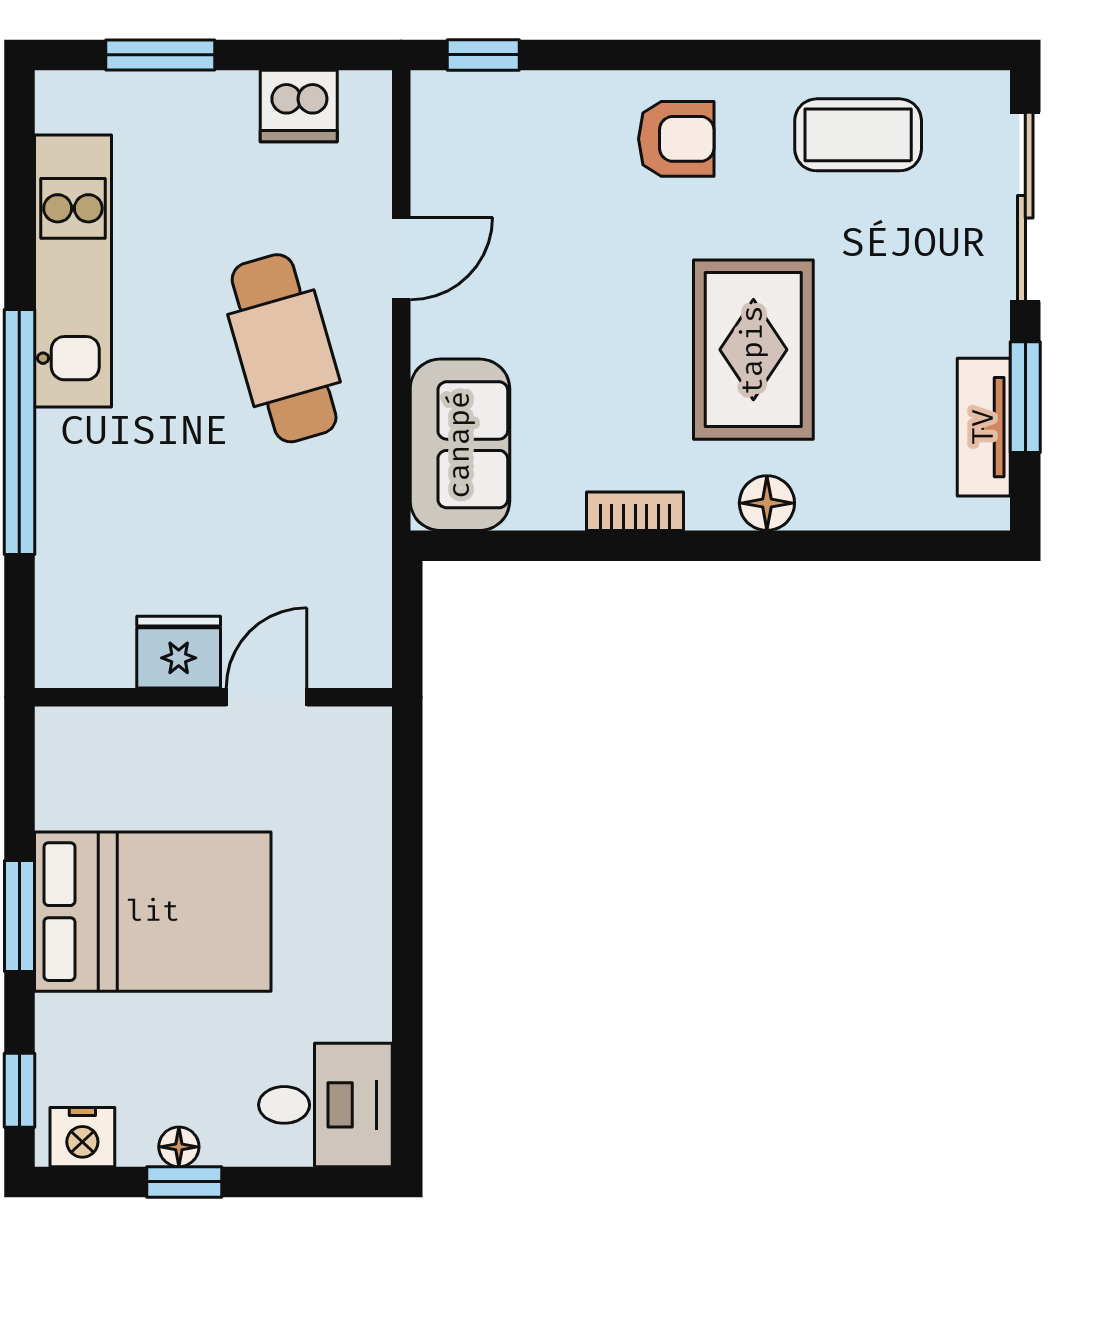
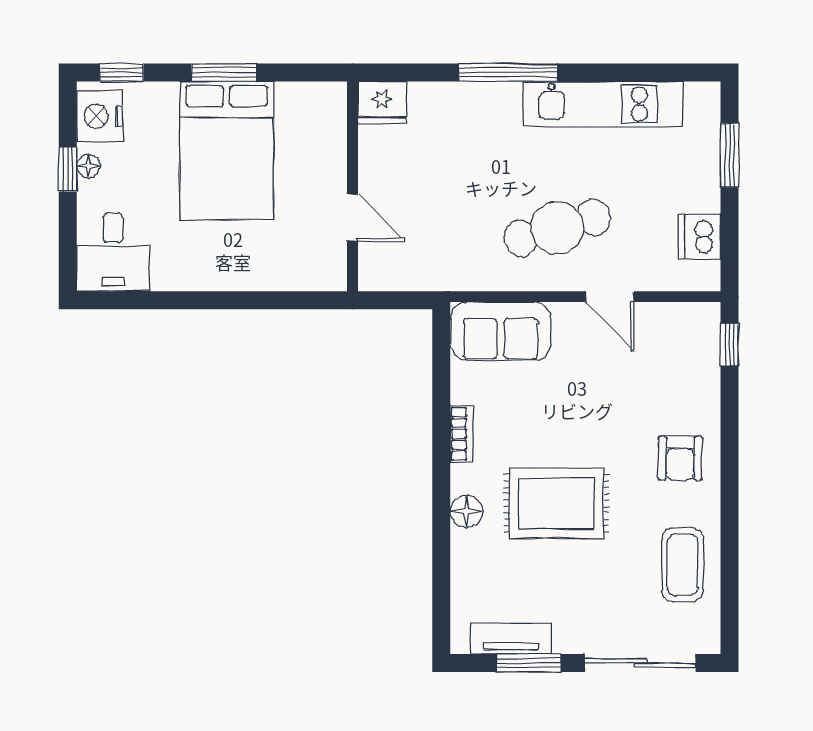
window: (19, 432) -> (508, 72), width x0.68
fridge: (179, 652) -> (382, 103), moved, turned 90
nightstand: (82, 1137) -> (100, 116), width x1.36, depth x1.33

